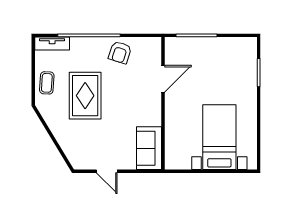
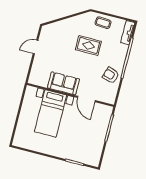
rug: (85, 96) -> (88, 45), width x0.73, depth x0.70
bed with nightstands: (219, 137) -> (51, 113), moved, turned 90
sofa: (149, 148) -> (63, 83), moved

